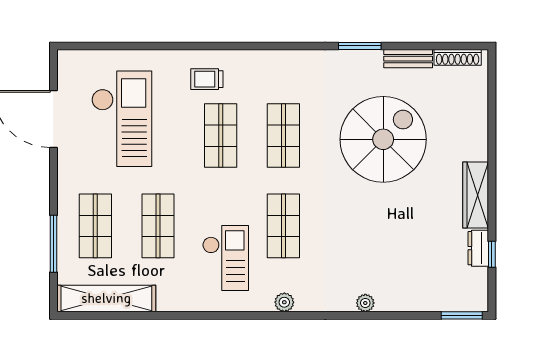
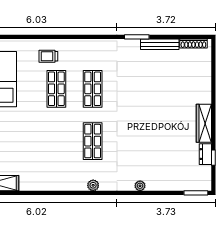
bench: (408, 59) -> (160, 44), width x1.36
spiral stairs: (383, 139) -> (150, 91), removed
shop shelf: (158, 226) -> (20, 141), removed
checkout: (226, 258) -> (59, 160), removed

